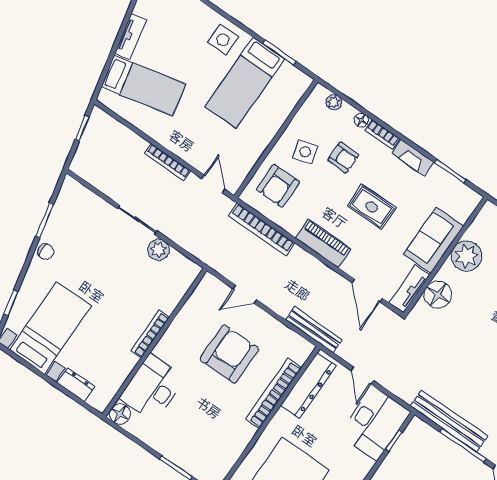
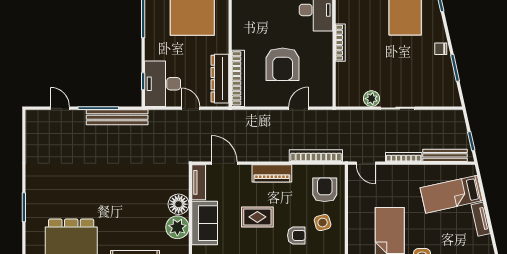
armchair: (343, 157) -> (296, 235), turned 180
floor lamp: (438, 295) -> (179, 204), moved
bench: (314, 330) -> (445, 155), moved
bookcase: (274, 393) -> (238, 78), moved

